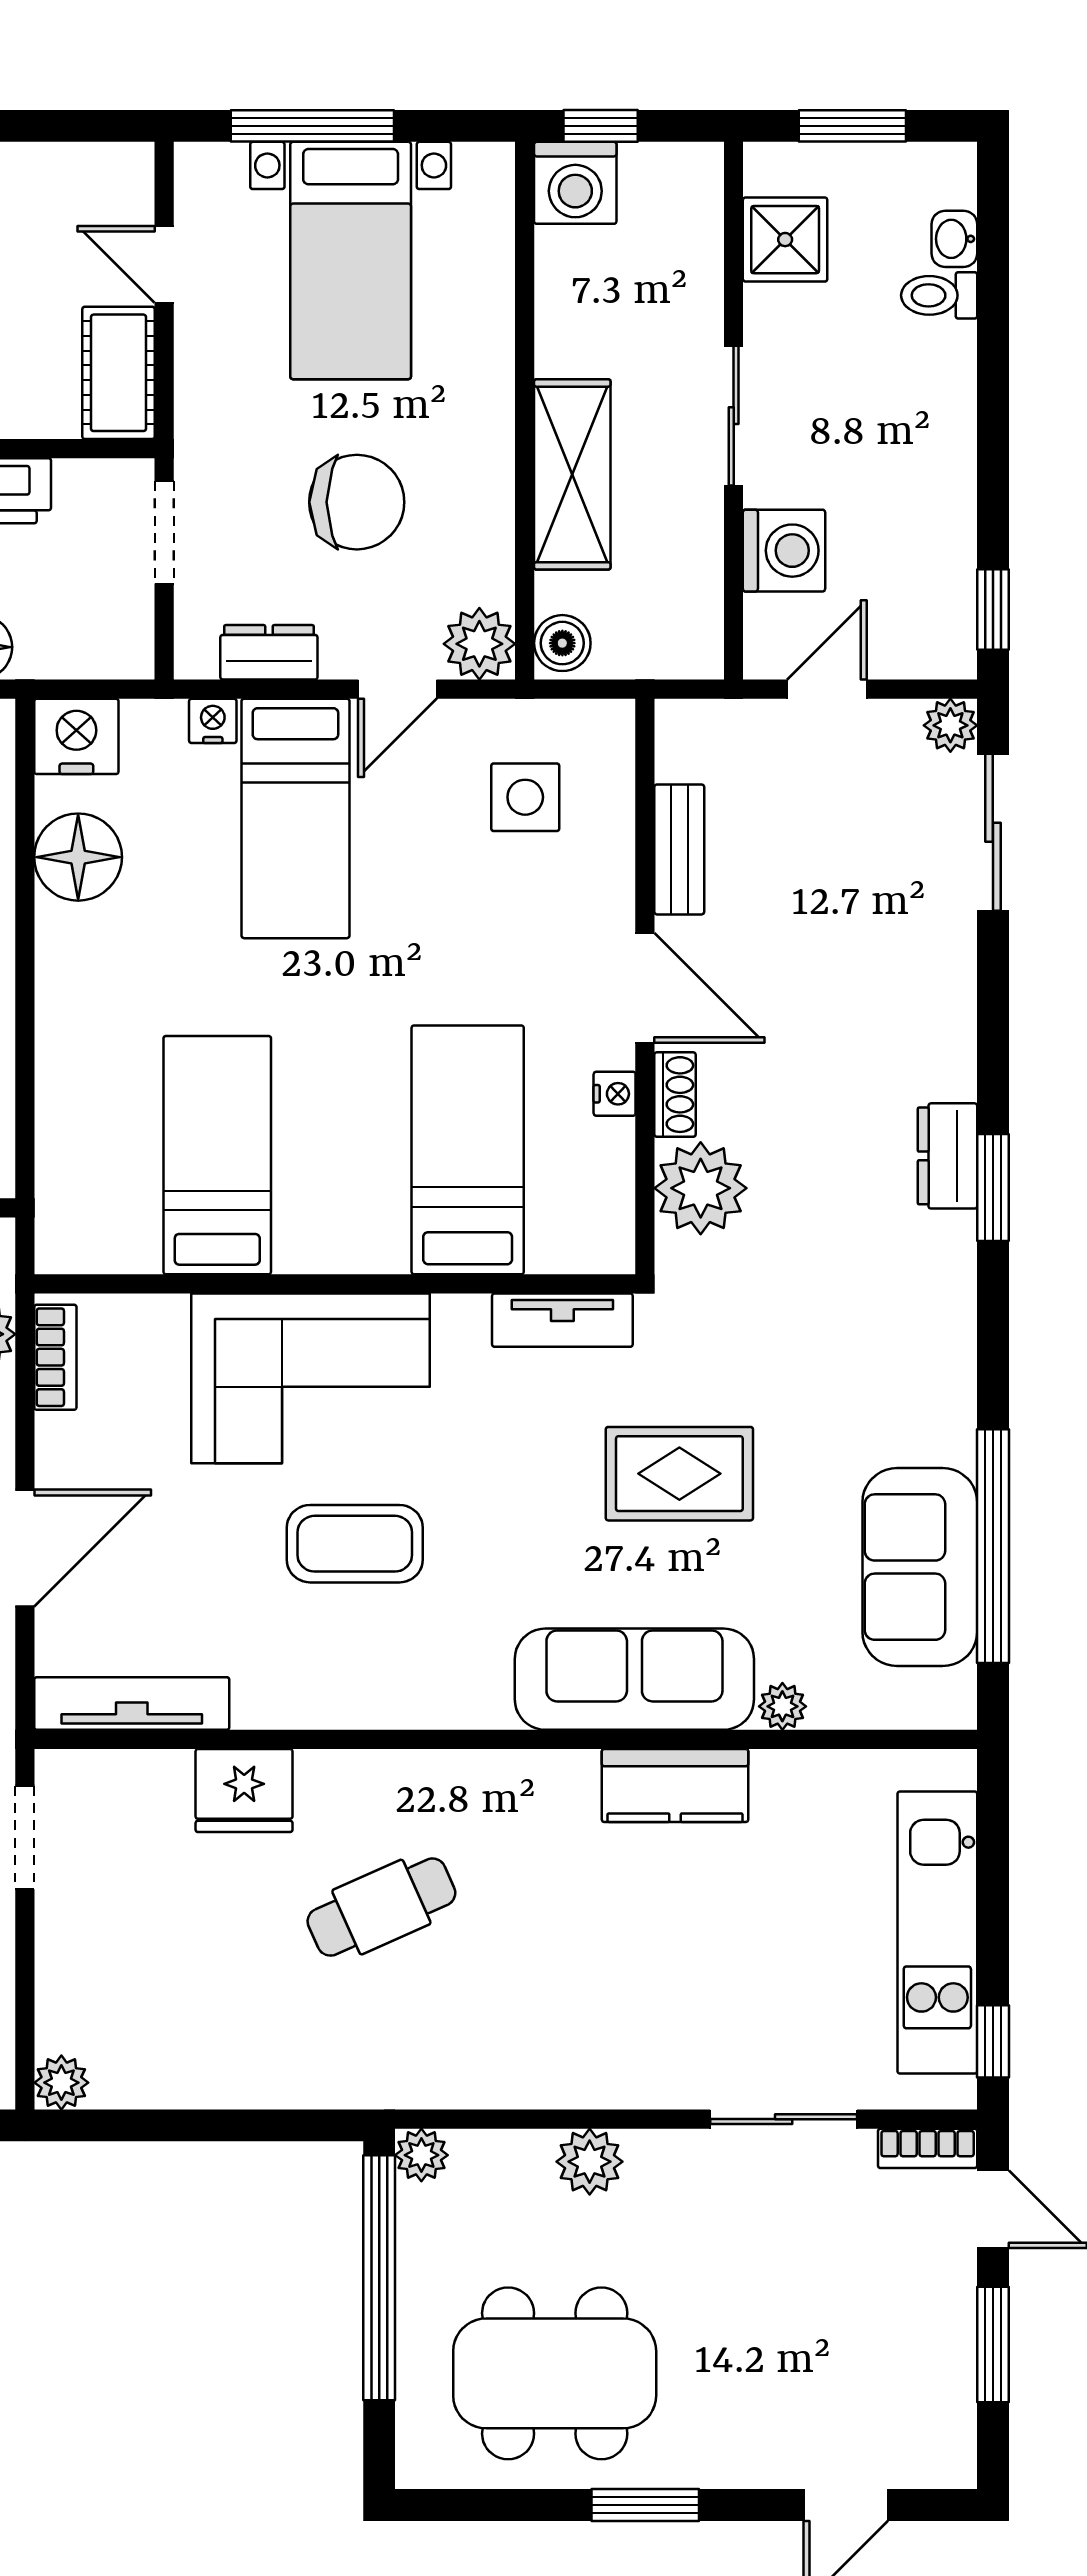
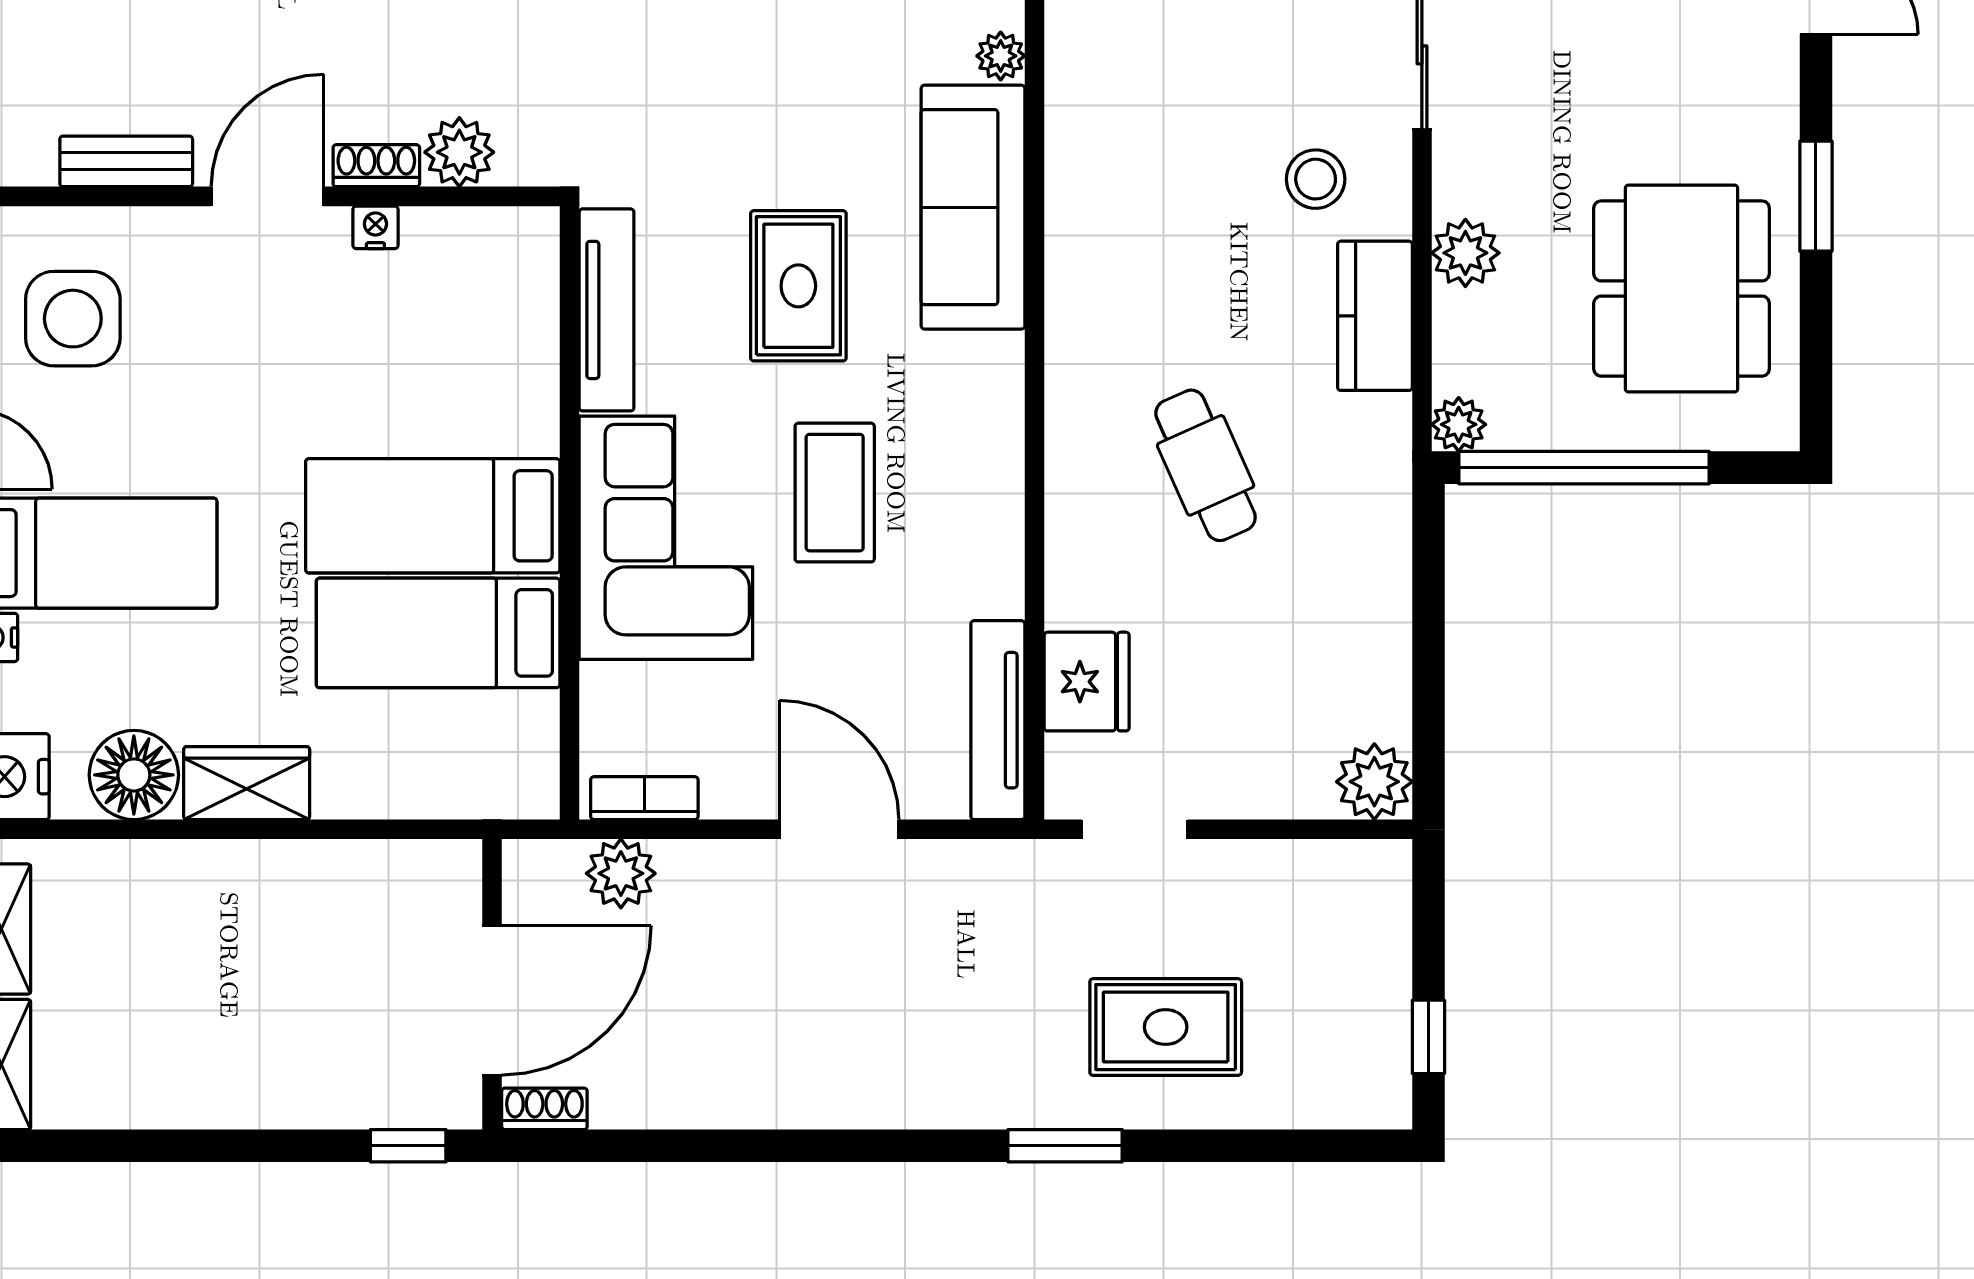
side table: (525, 797) -> (73, 319), width x1.37, depth x1.37
wardrobe: (70, 968) -> (247, 783), added
bed: (468, 1150) -> (433, 516), moved
plant: (701, 1188) -> (459, 152), width x0.73, depth x0.73
tv unit: (562, 1320) -> (607, 310), width x1.41
rug: (679, 1474) -> (798, 286), moved
kitchen counter: (675, 1785) -> (1375, 316), moved, turned 180
fridge: (244, 1791) -> (1087, 682), moved
stool: (662, 2015) -> (1316, 179), added
plant: (61, 2083) -> (1374, 782), width x1.38, depth x1.38

